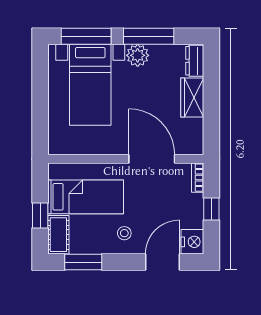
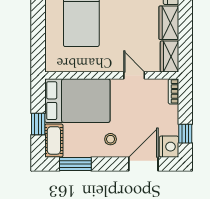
wardrobe: (193, 137) -> (170, 56), added
door: (152, 159) -> (134, 75), width x0.53
bed: (86, 197) -> (77, 101), width x1.50
window: (211, 209) -> (185, 134), moved

